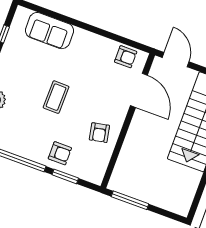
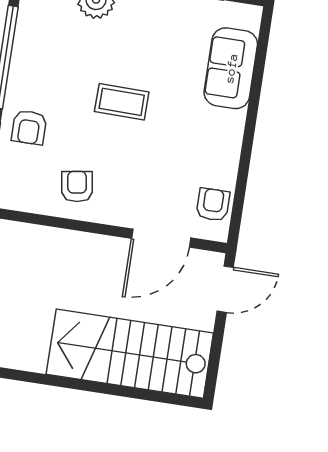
armchair: (126, 57) -> (213, 205), turned 180
armchair: (99, 133) -> (77, 187), turned 92

